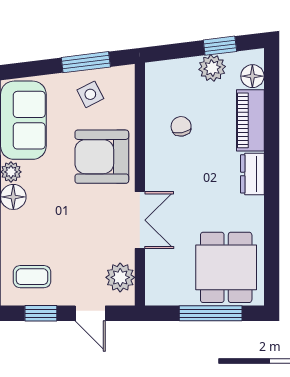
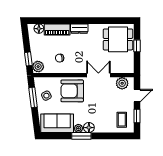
window: (220, 46) -> (28, 59), moved
plant: (212, 68) -> (38, 67), moved
armchair: (102, 157) -> (72, 91), turned 90
window: (211, 313) -> (137, 46), width x0.46

